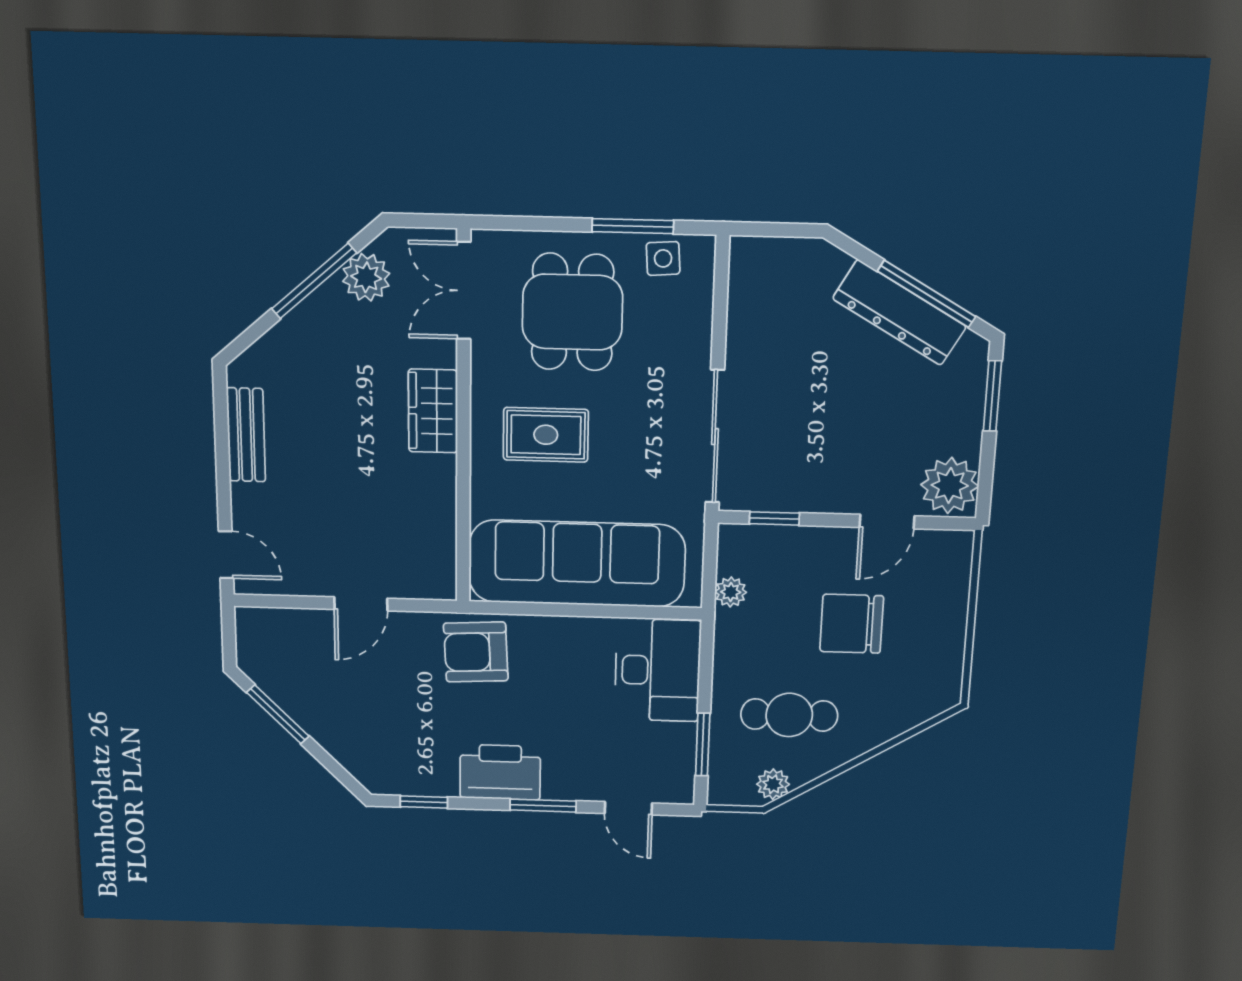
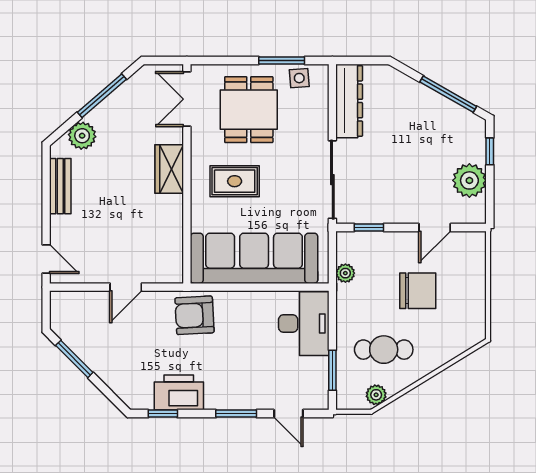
plant: (366, 277) -> (82, 136), moved
dresser: (899, 313) -> (349, 101), moved, turned -120
window: (992, 396) -> (490, 151), width x0.67
plant: (950, 485) -> (469, 180), moved
chair: (852, 624) -> (418, 291), turned 180
printer: (500, 772) -> (179, 392), moved

